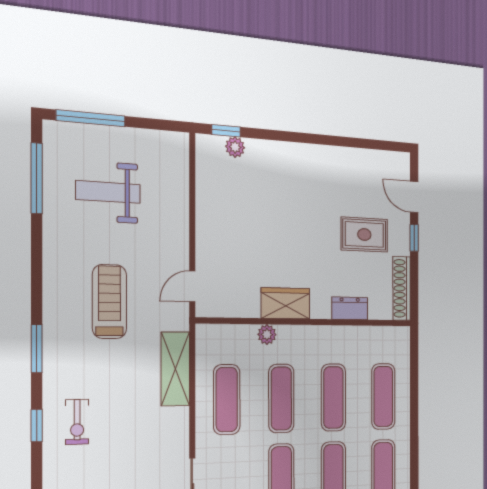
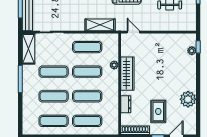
plant: (339, 165) -> (188, 99), added
wardrobe: (285, 303) -> (127, 74), width x1.50

